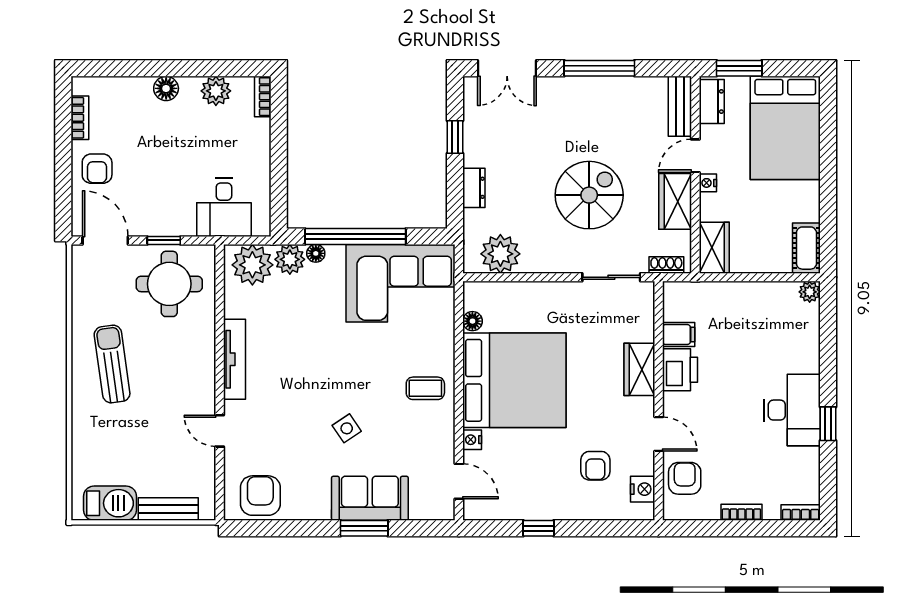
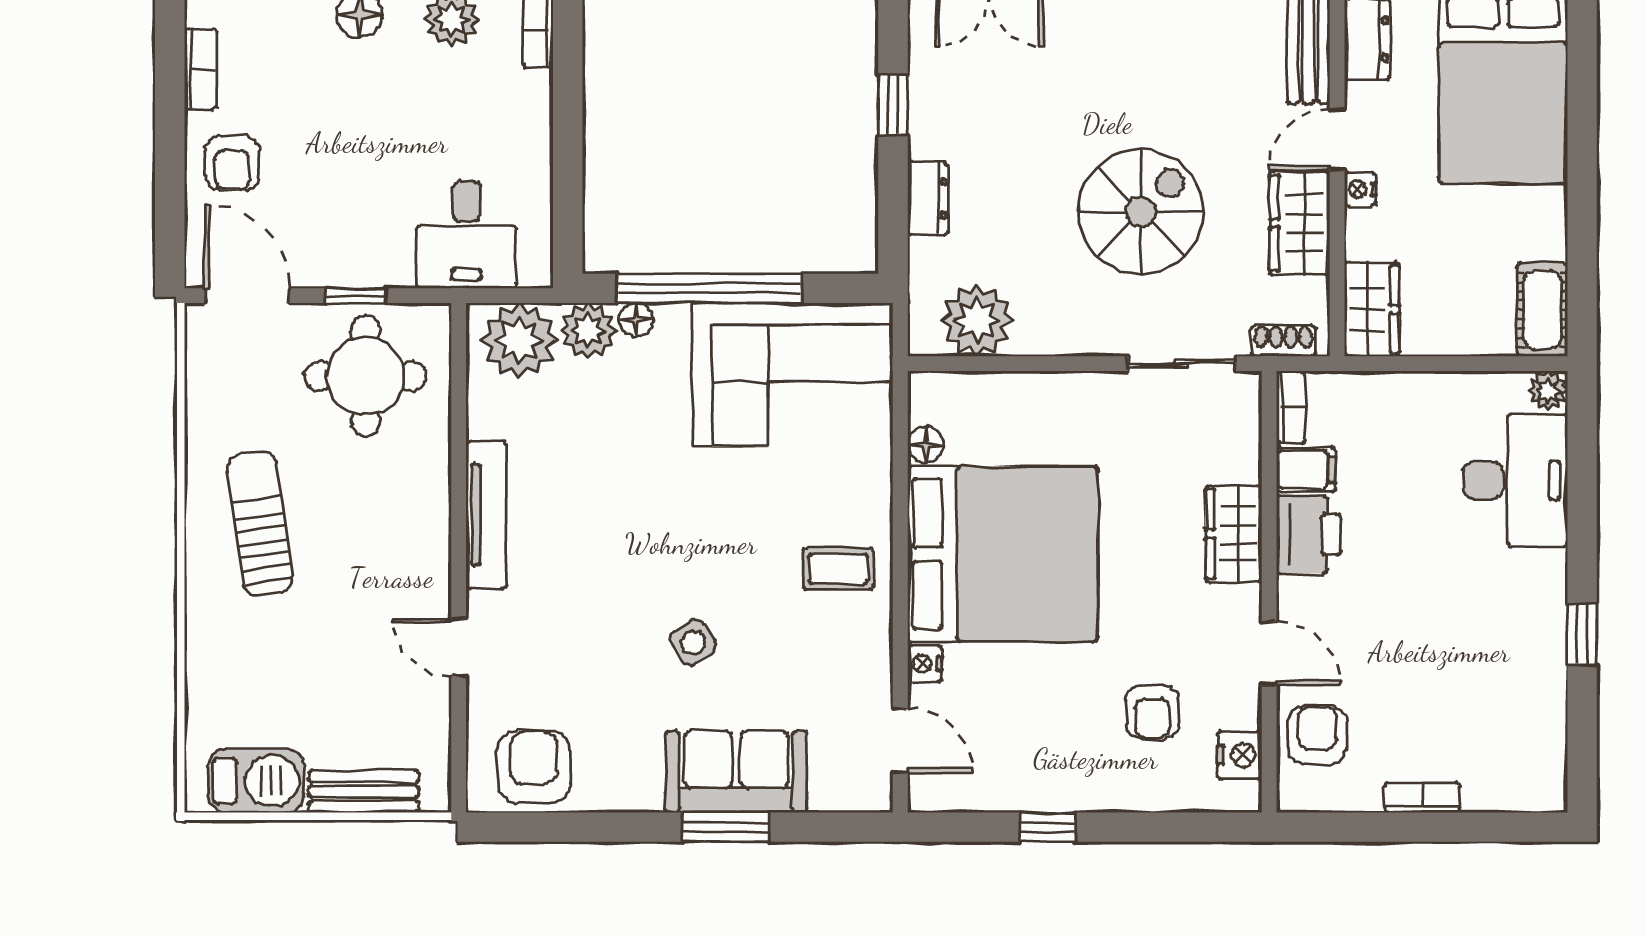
desk: (792, 410) -> (1515, 480), moved
bookcase: (801, 513) -> (1291, 407), moved, turned 90

